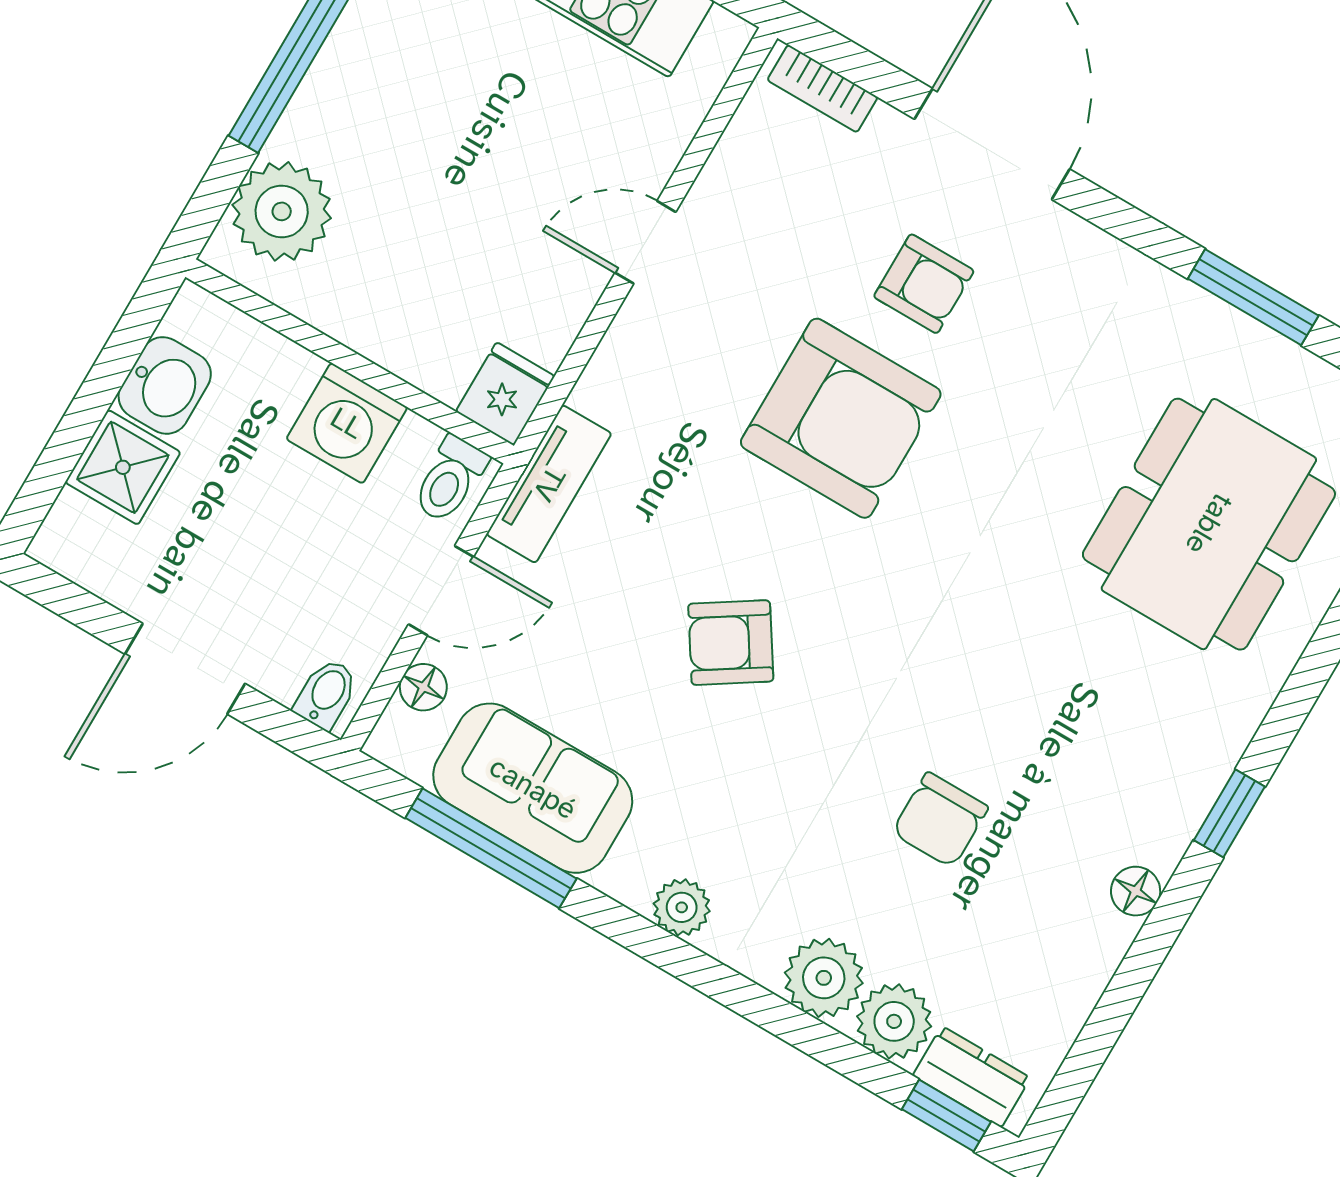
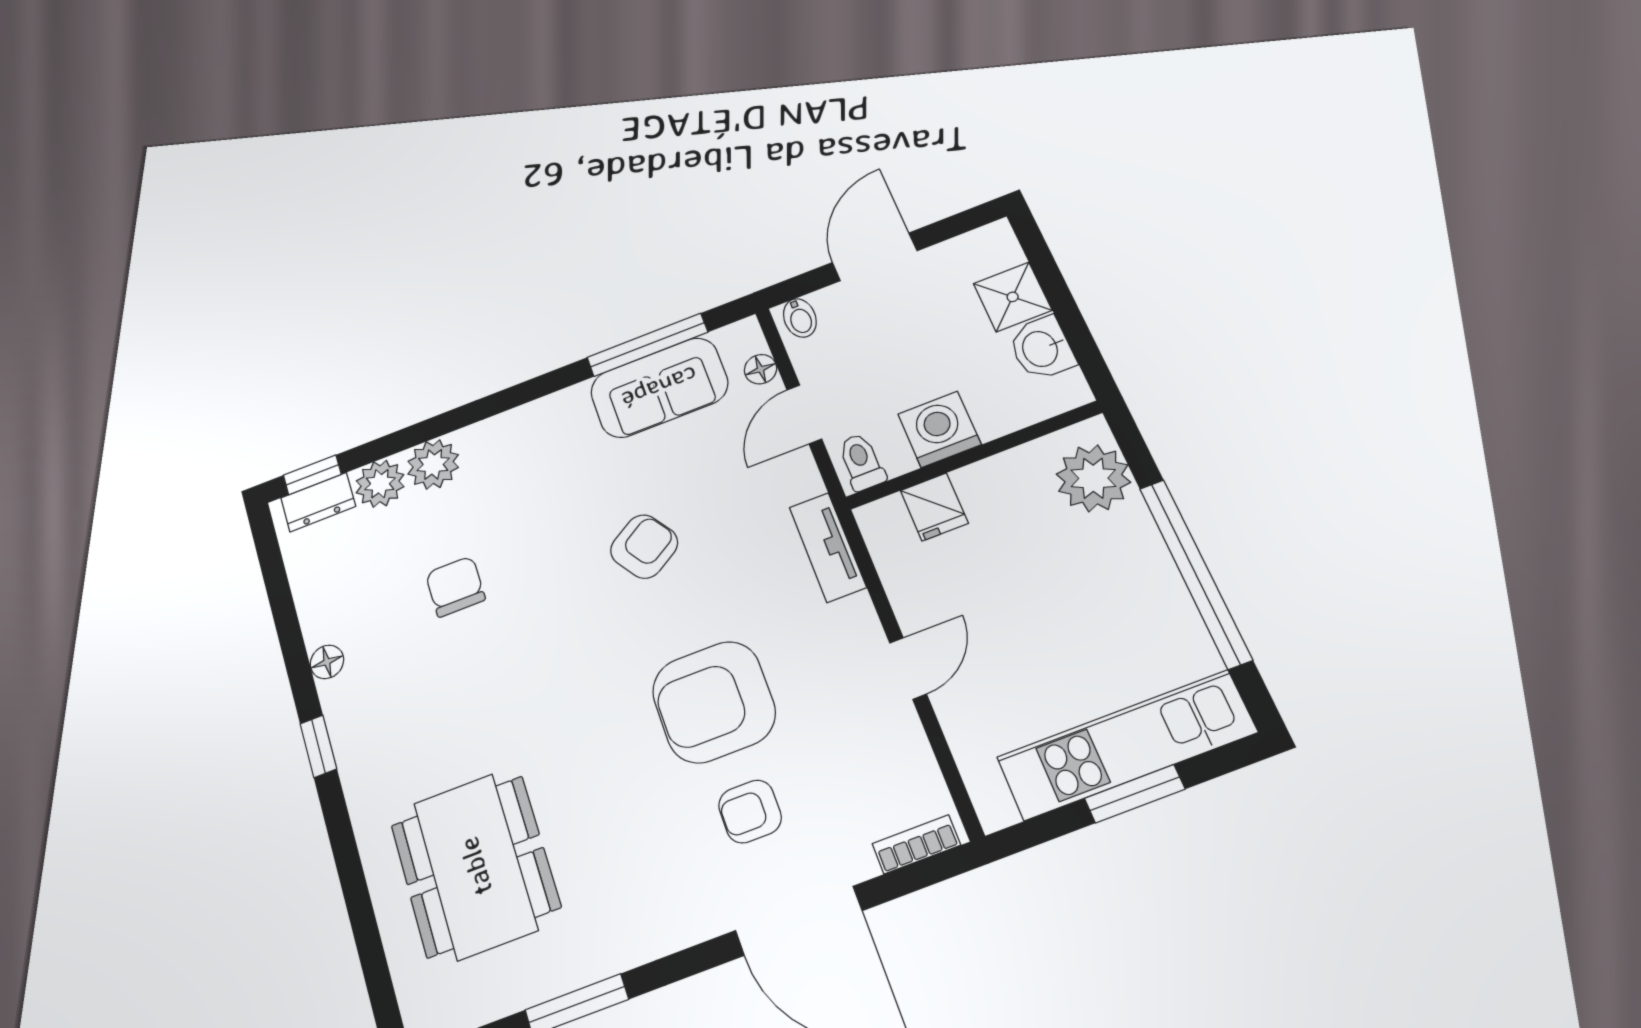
fridge: (505, 394) -> (934, 507), moved
tv unit: (549, 484) -> (828, 547), moved
plant: (682, 907) -> (532, 419), removed

